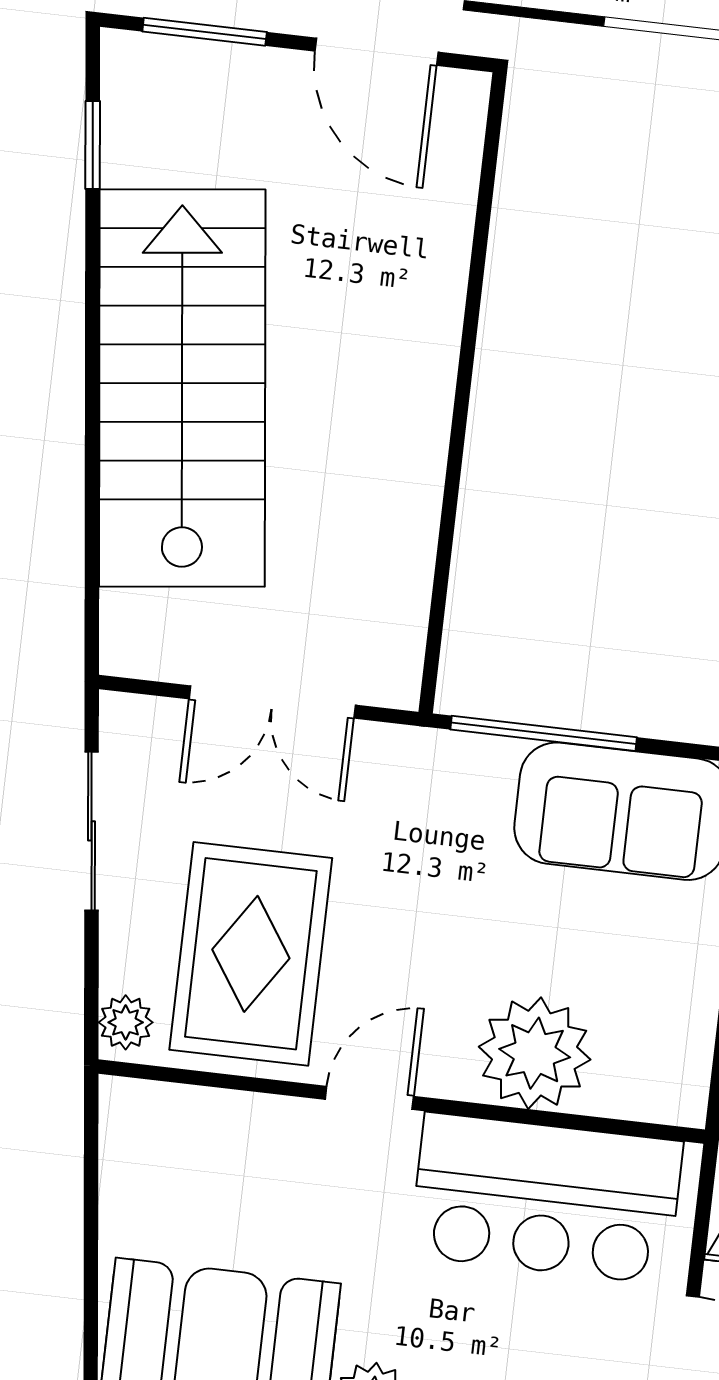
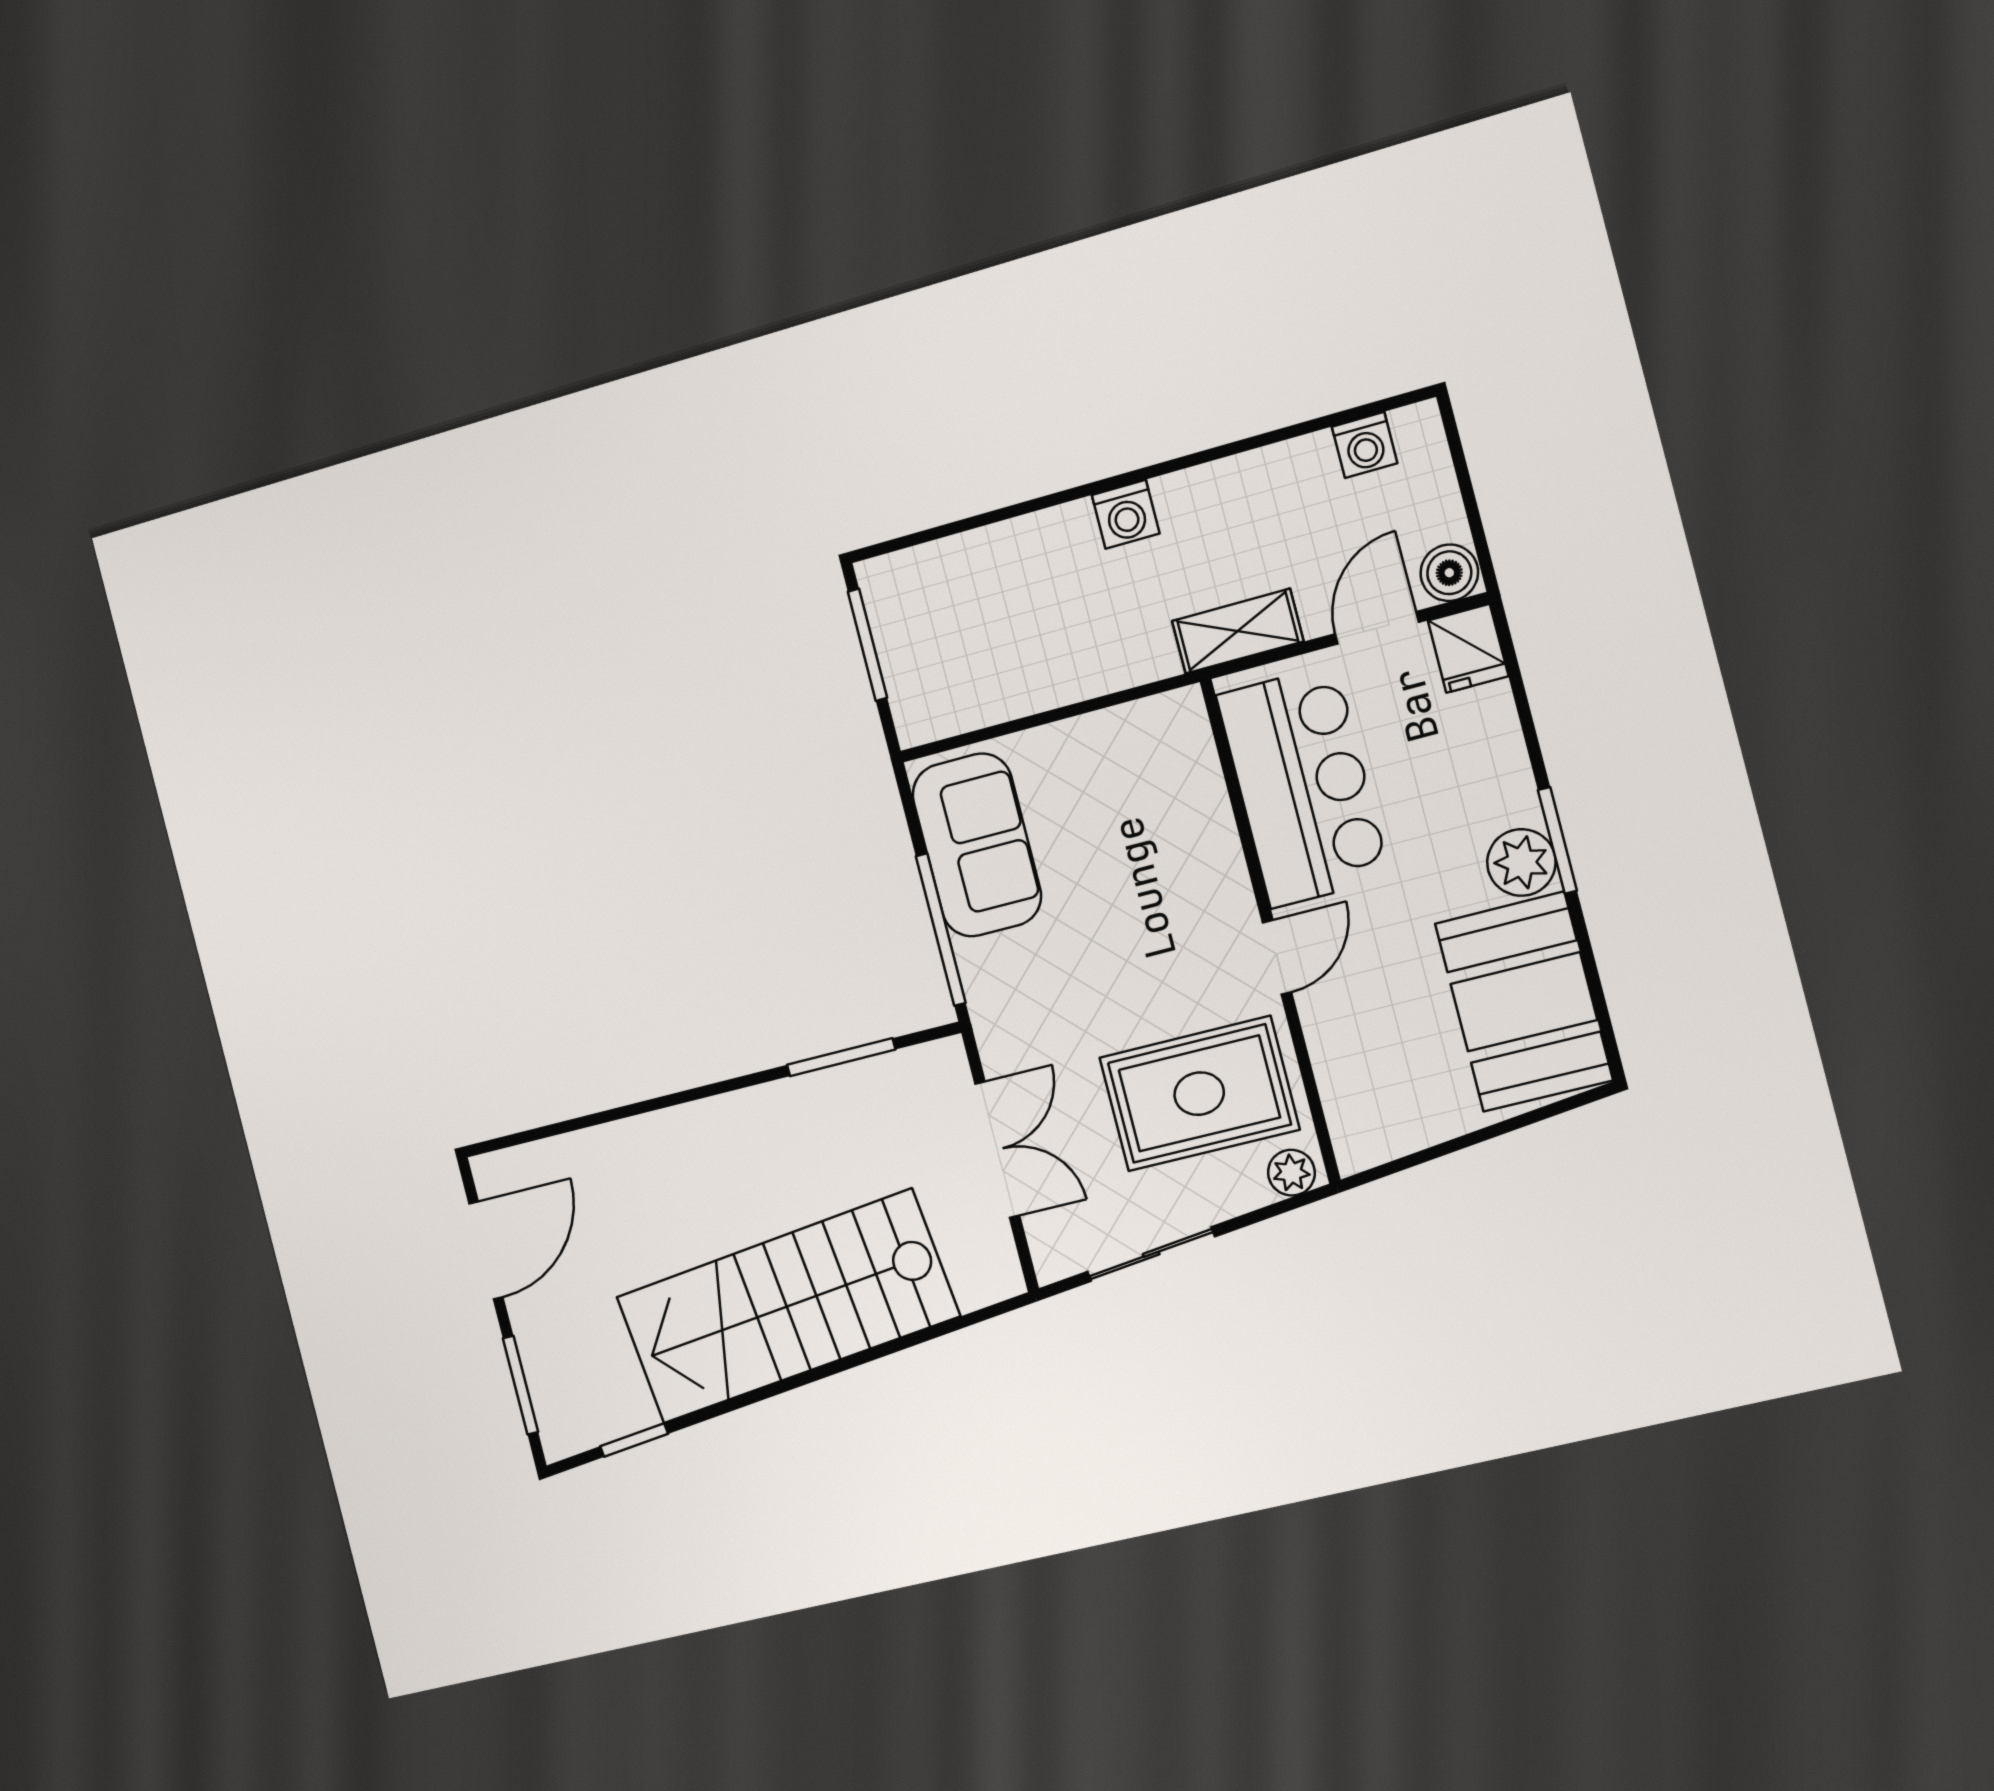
window: (443, 562) -> (841, 1057), added
plant: (535, 1053) -> (1191, 840), removed
door: (369, 1098) -> (1277, 957), swing flipped

